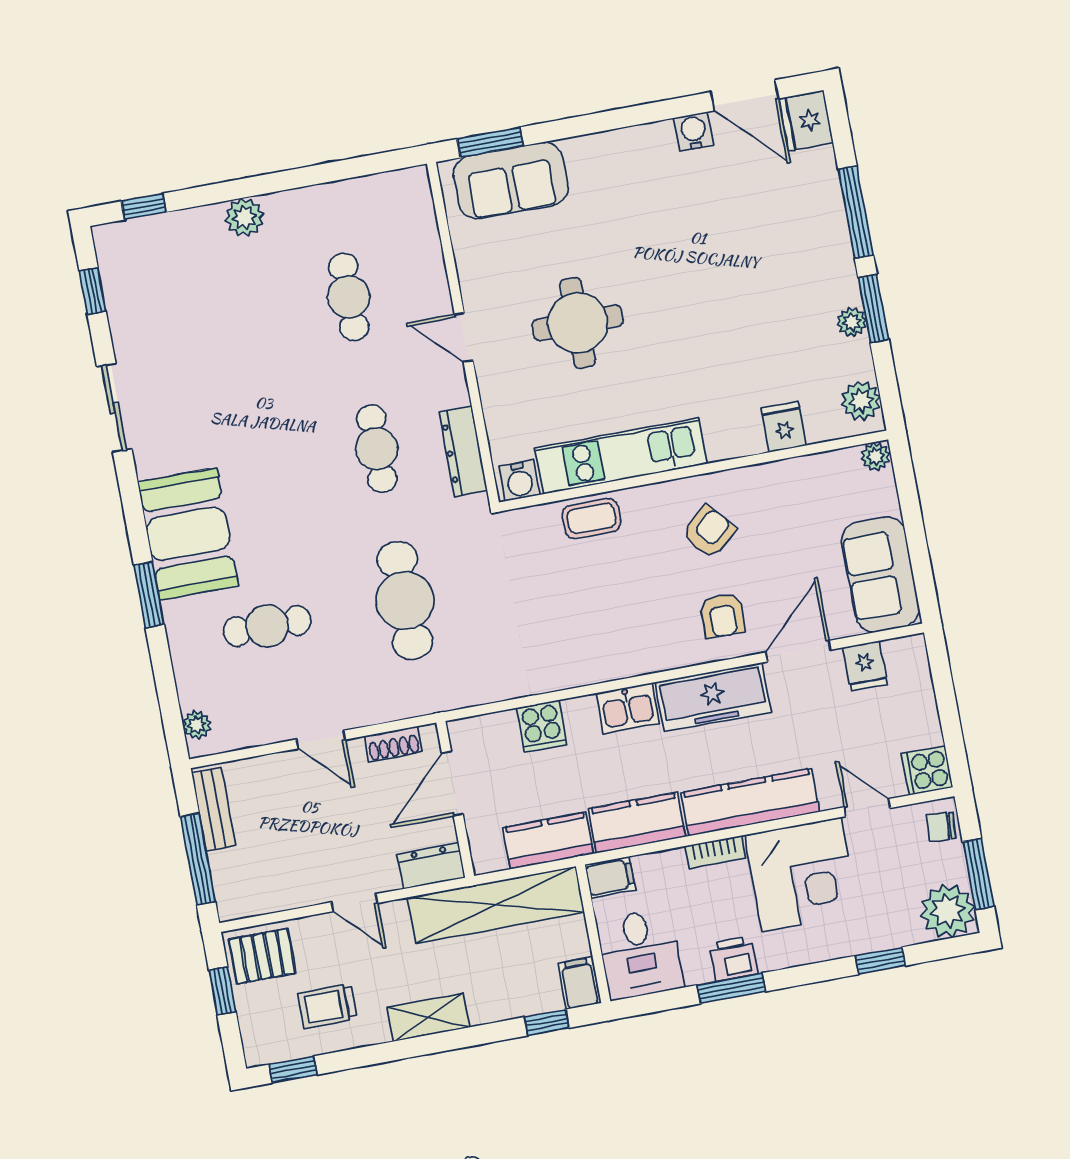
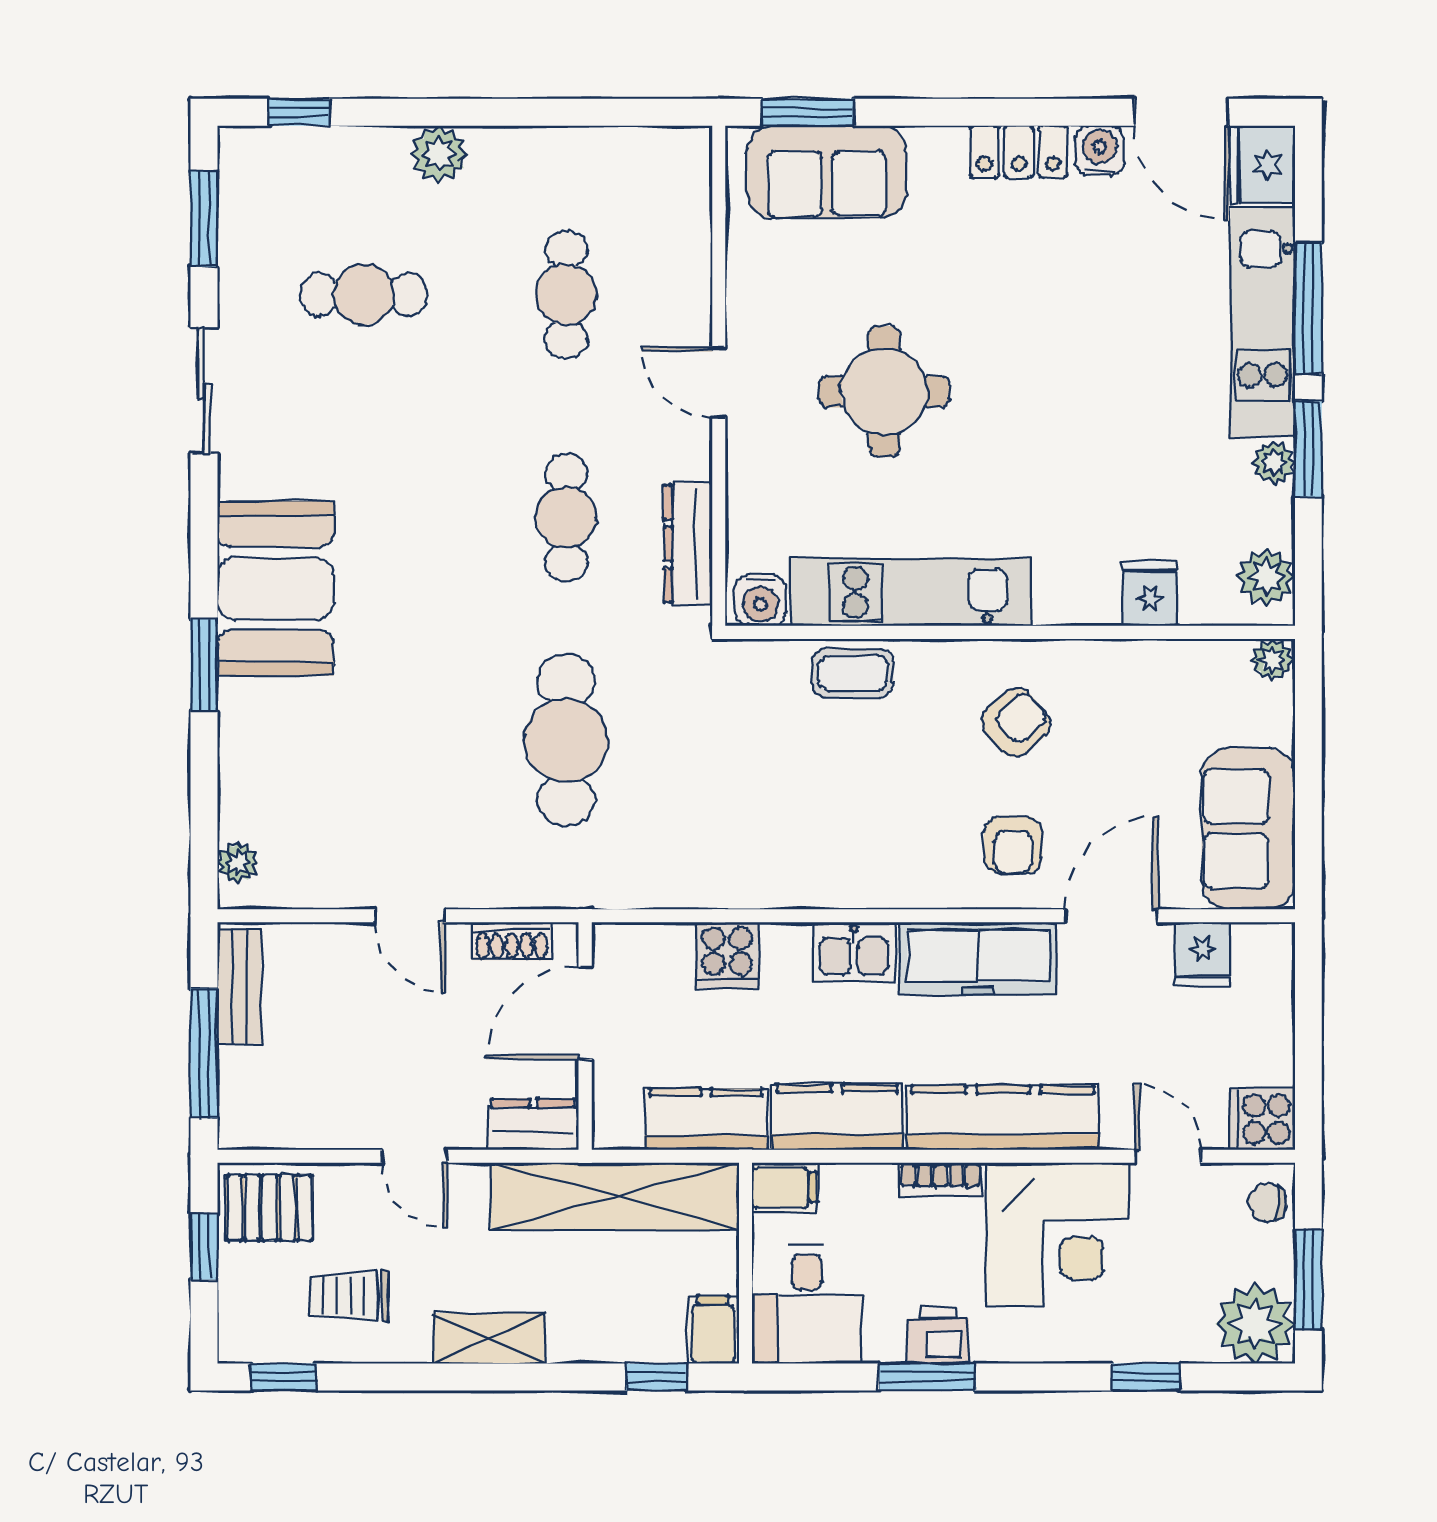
locker: (639, 143) -> (1019, 152), added
kitchen unit: (826, 228) -> (1263, 322), added
window: (93, 291) -> (204, 219), width x1.50
cafe table: (267, 626) -> (364, 295), moved

